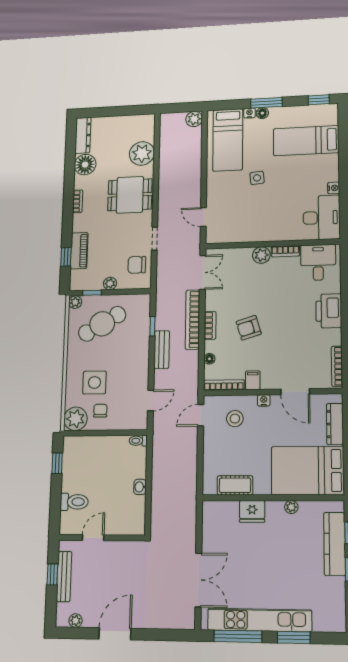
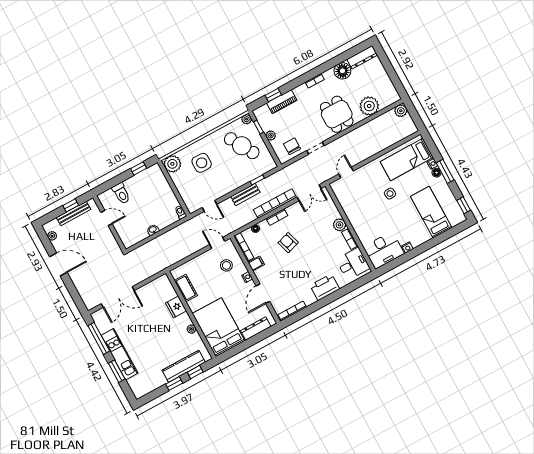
plant: (194, 119) -> (401, 111), moved
chair: (100, 411) -> (186, 177), removed
kitchen unit: (259, 620) -> (120, 354), width x0.73

